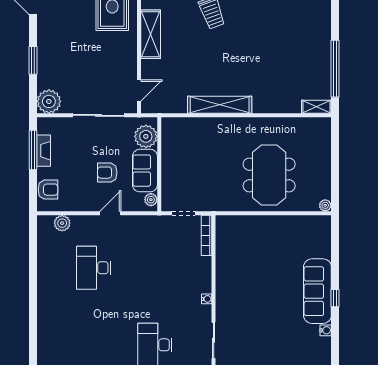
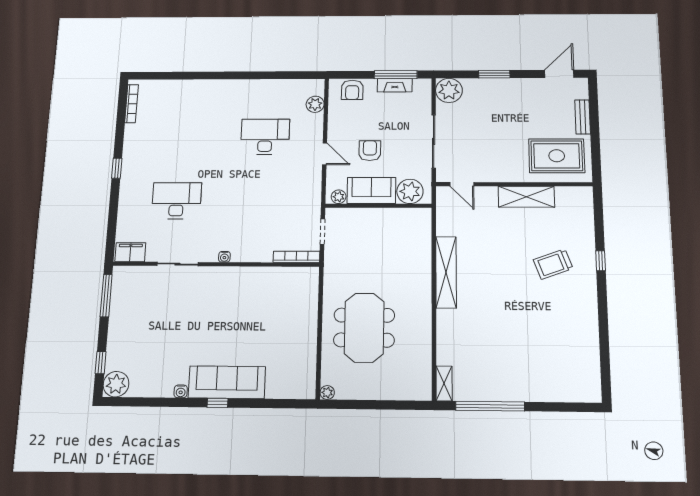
meeting table: (269, 175) -> (364, 328), turned 90

